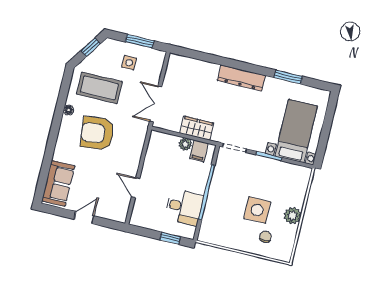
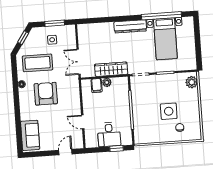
window: (288, 77) -> (161, 16), width x2.11
wardrobe: (197, 128) -> (111, 69), width x1.50
bed with nightstands: (296, 131) -> (165, 39), moved, turned 180
armchair: (97, 133) -> (46, 94), turned 96
filing cabinet: (199, 151) -> (97, 86), moved
desk: (184, 207) -> (109, 134), moved, turned 90
plant: (292, 216) -> (192, 82), moved
door: (84, 218) -> (65, 152), moved

